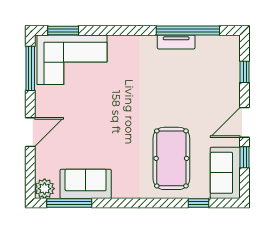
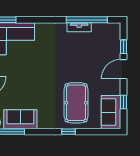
door: (245, 122) -> (123, 69), moved
window: (199, 203) -> (69, 132), moved

